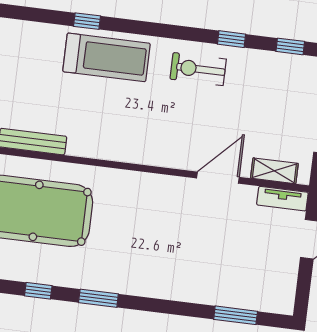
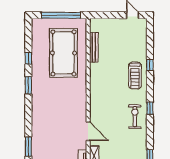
window: (231, 39) -> (150, 108), moved
treadmill: (106, 57) -> (135, 76), width x0.73, depth x0.73

